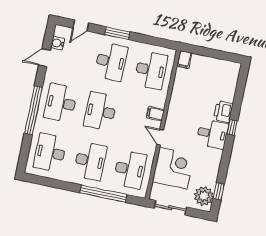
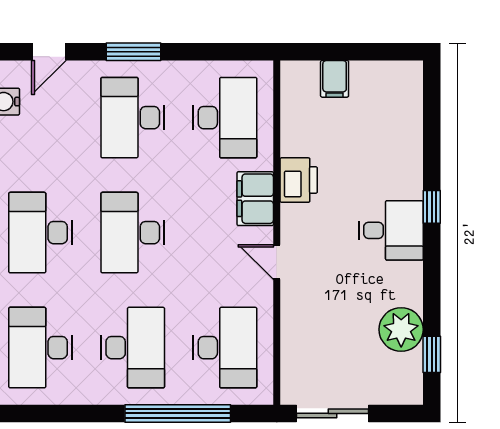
filing cabinet: (184, 60) -> (335, 79), moved
desk: (111, 62) -> (133, 118), turned 180
printer: (223, 112) -> (299, 180), moved, turned 180
filing cabinet: (155, 114) -> (255, 199), width x2.00
corner desk: (173, 168) -> (321, 324), removed
plant: (204, 196) -> (401, 329), moved

